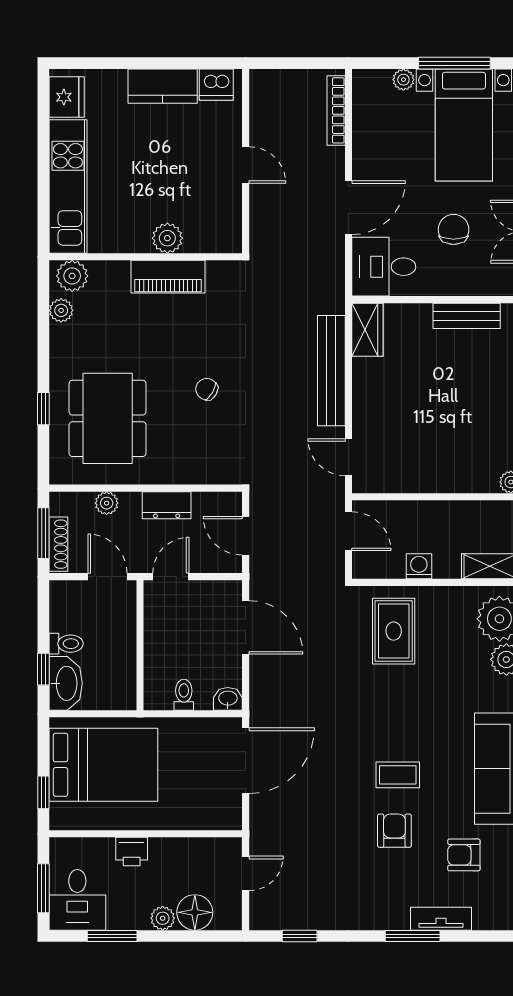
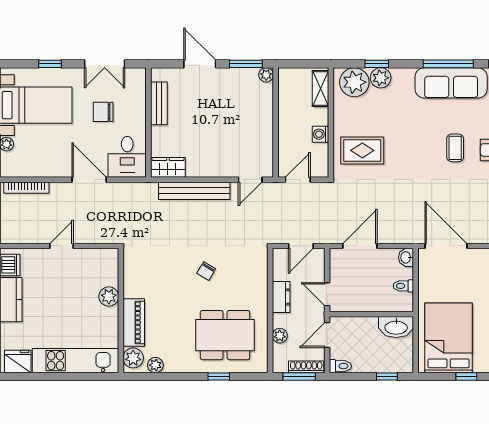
piano: (168, 277) -> (134, 323), moved
toilet: (66, 644) -> (340, 366), moved, turned 90
washbasin: (66, 683) -> (396, 327), moved, turned 180

